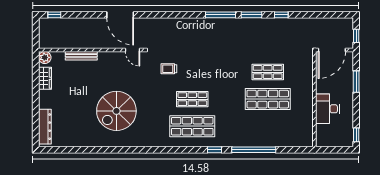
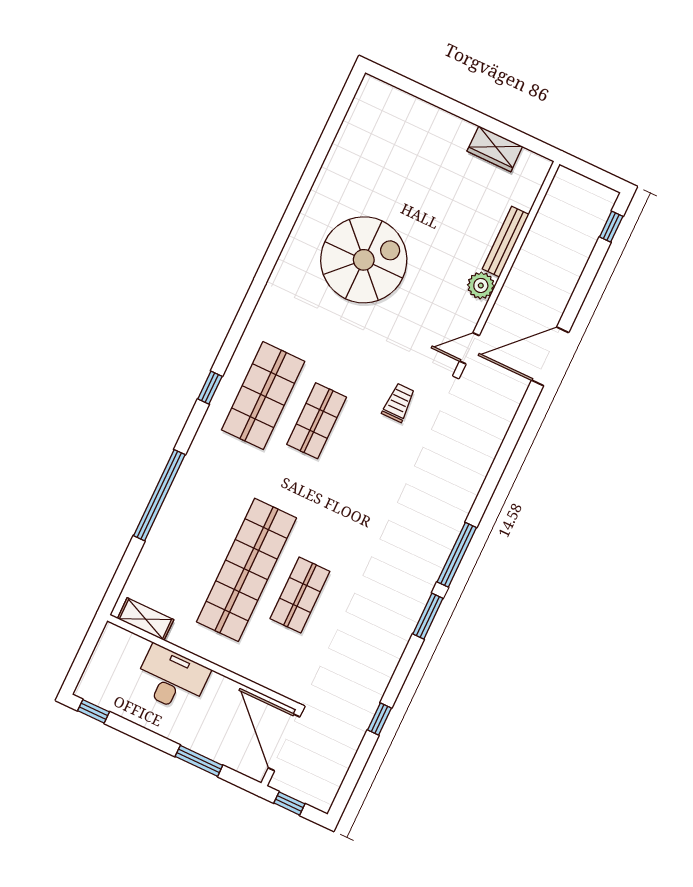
window: (281, 15) -> (379, 719), moved
plant: (45, 57) -> (481, 285), moved
shop shelf: (268, 99) -> (246, 570), width x1.40
spiral stairs: (116, 111) -> (364, 260), turned 90
dresser: (45, 127) -> (399, 104), removed
shelving: (308, 131) -> (146, 619), added
window: (214, 150) -> (210, 388), moved

